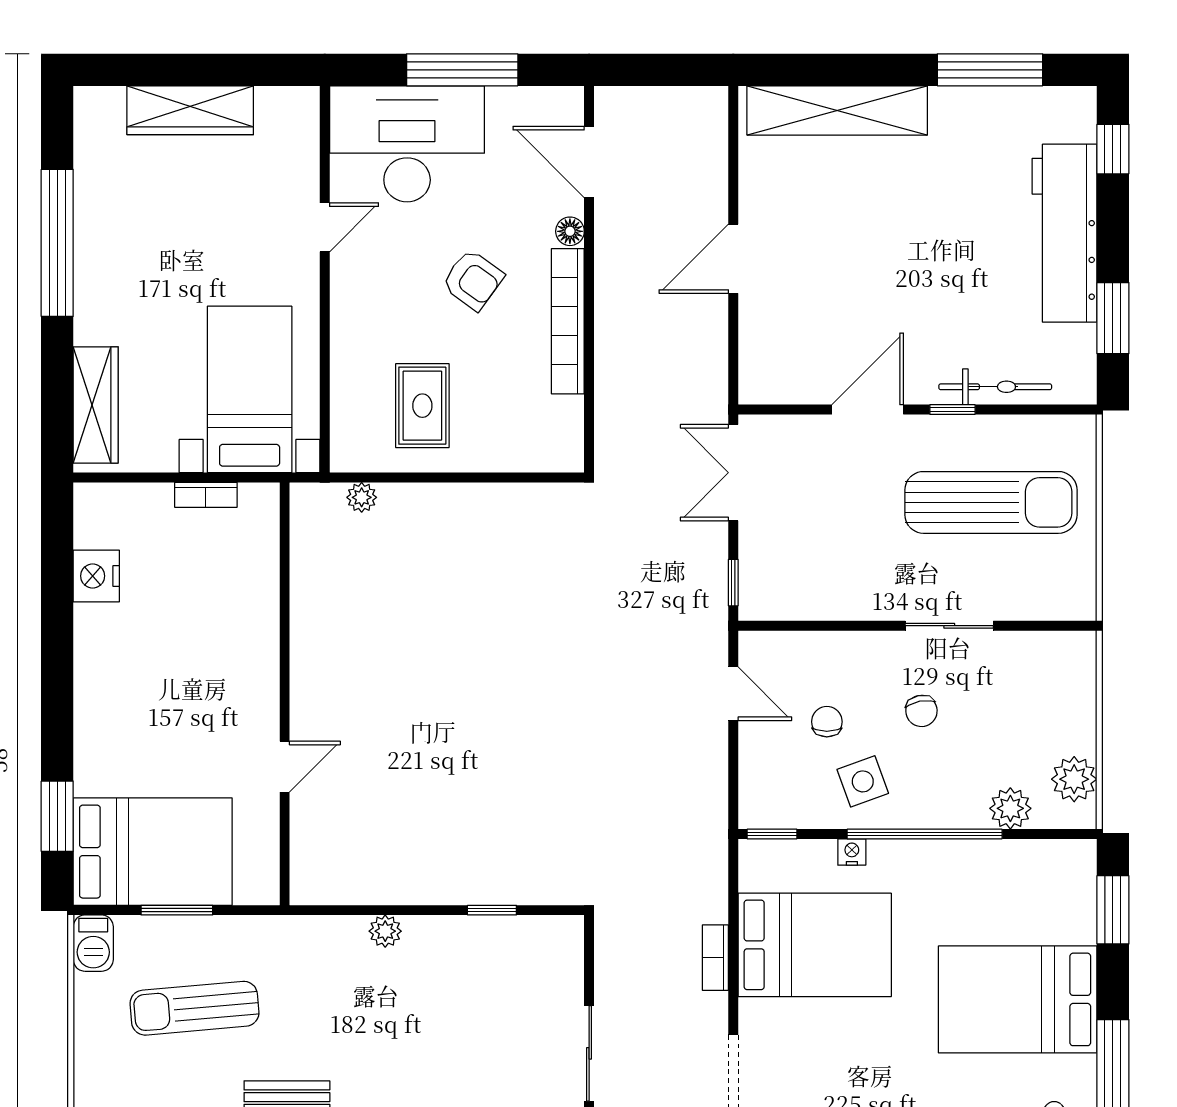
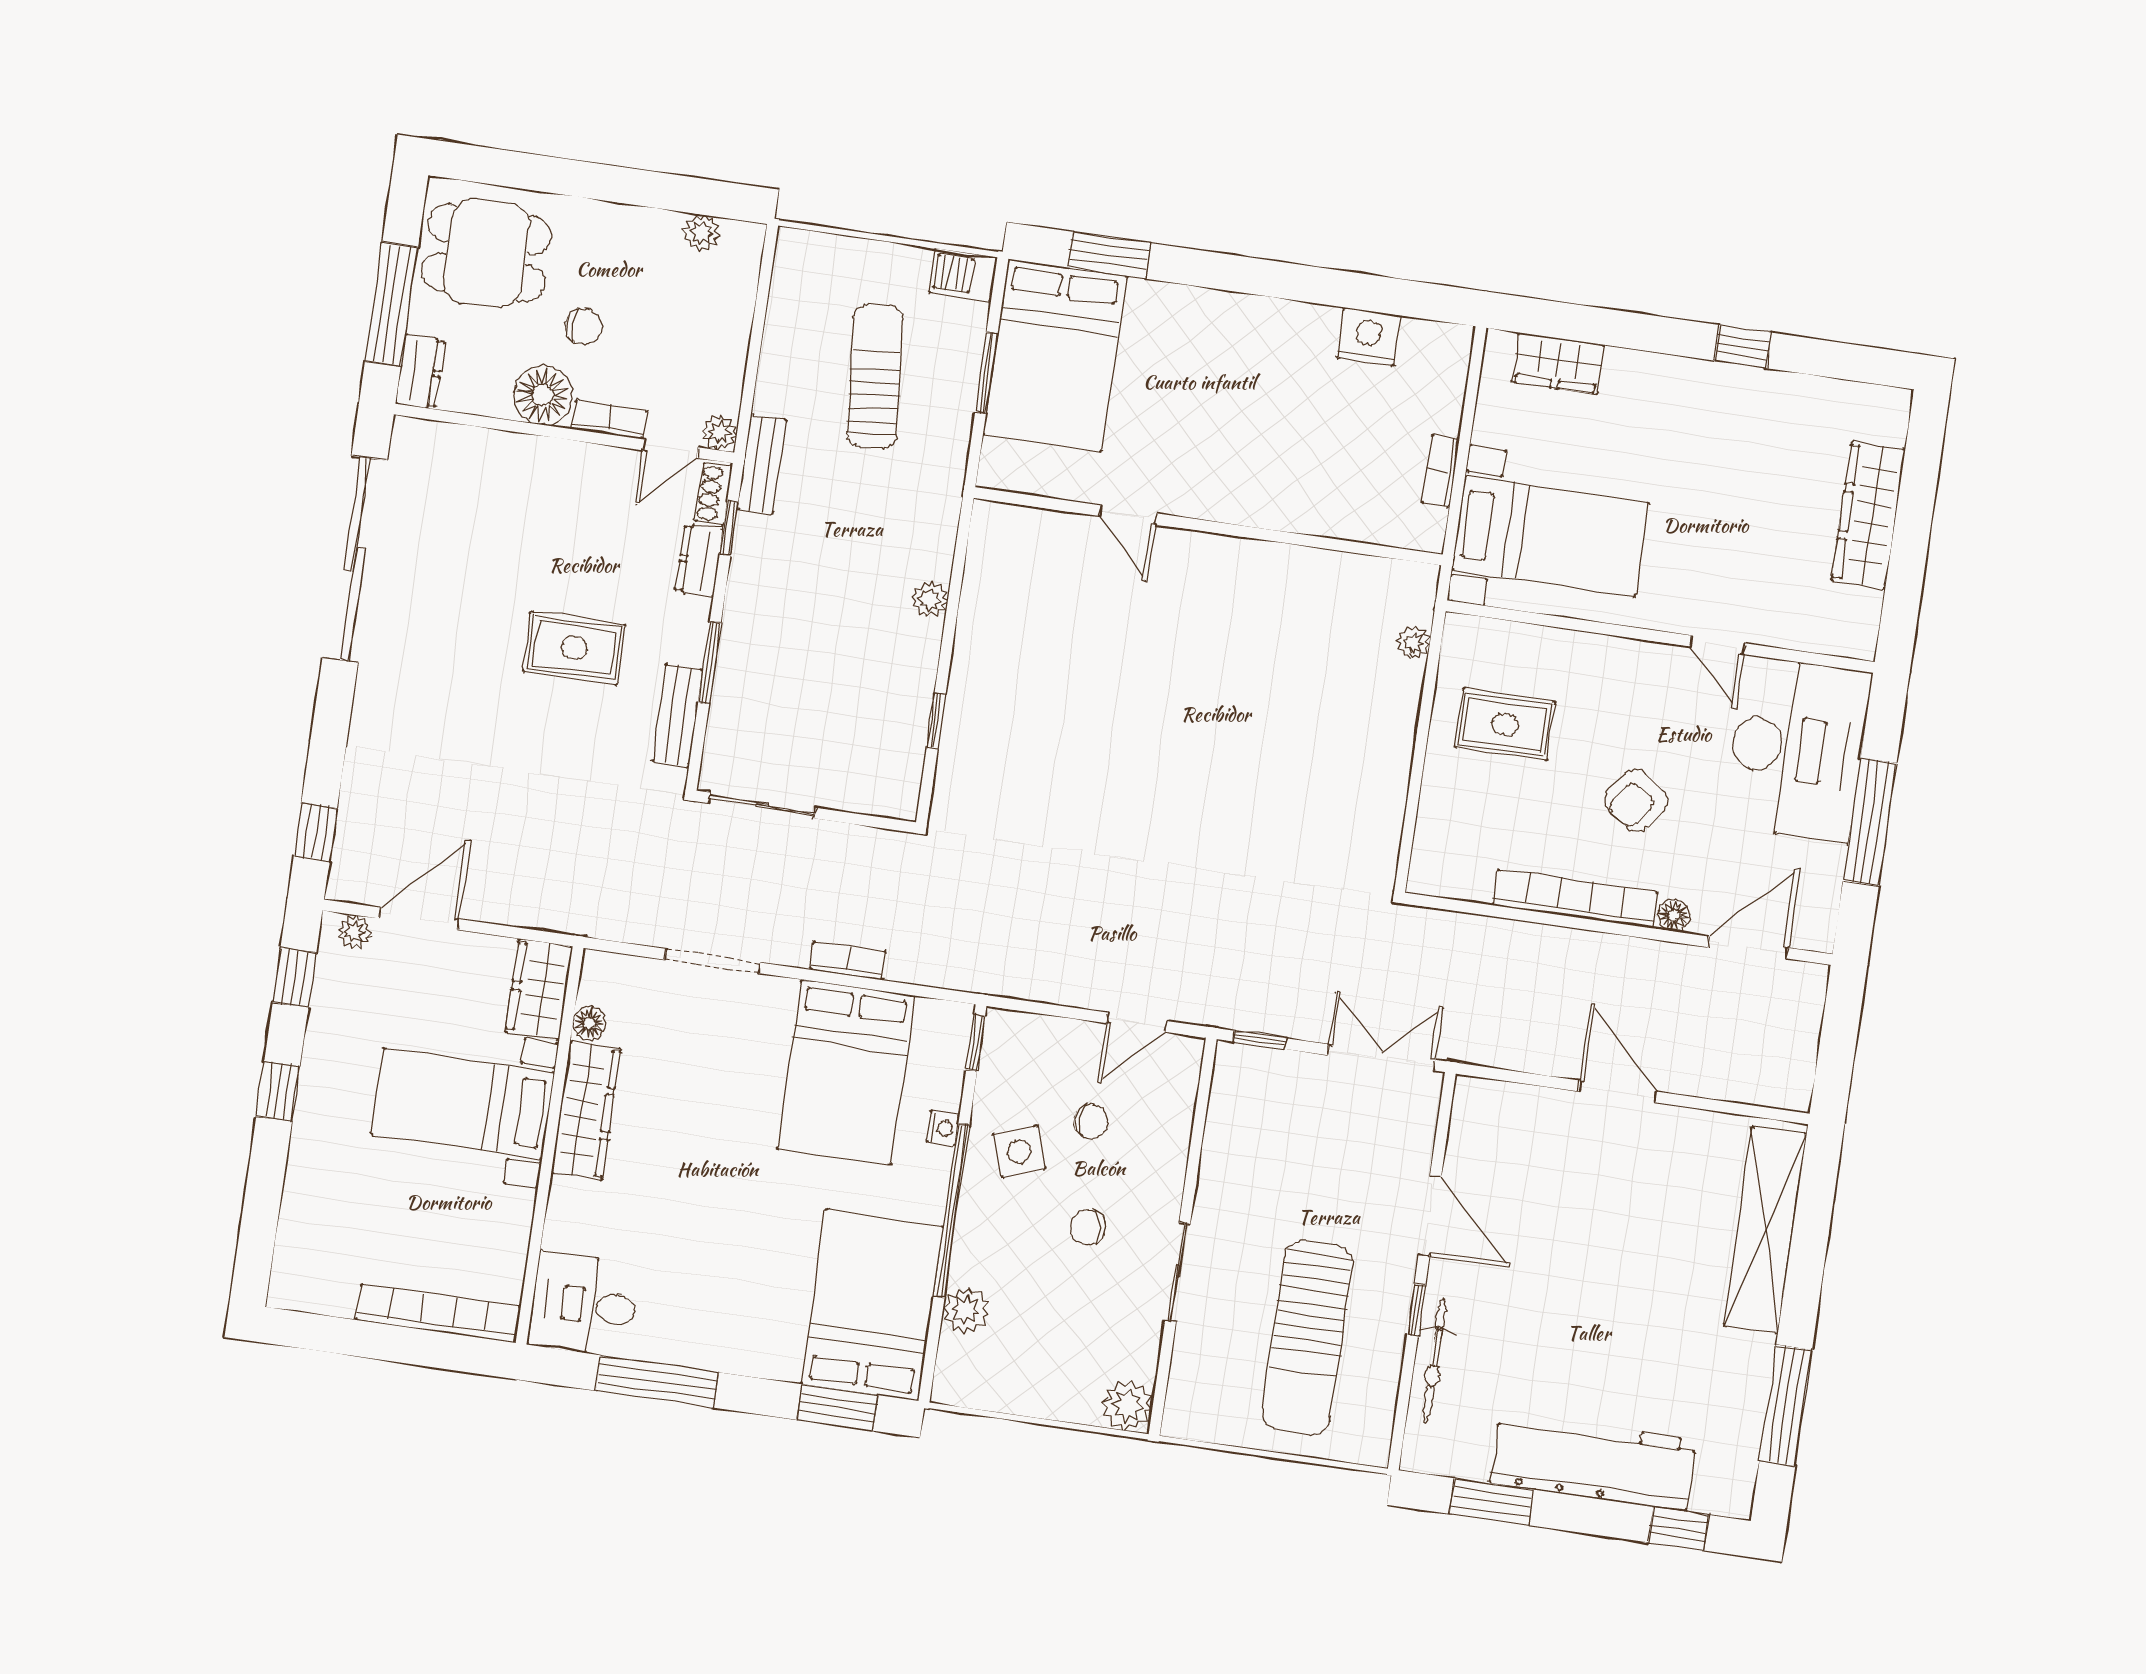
window: (57, 243) -> (1743, 347), width x0.32
wardrobe: (96, 405) -> (1558, 363), width x0.67
plant: (1074, 779) -> (1127, 1406), moved
bed: (1018, 999) -> (872, 1305), moved

